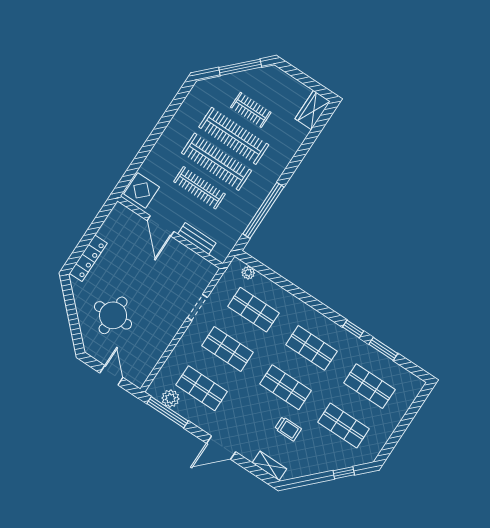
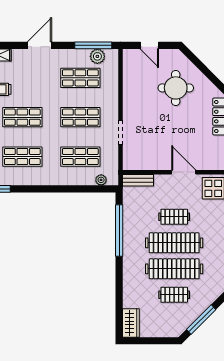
clothes rail: (199, 188) -> (174, 217), width x0.73
bench: (197, 239) -> (138, 180), moved

